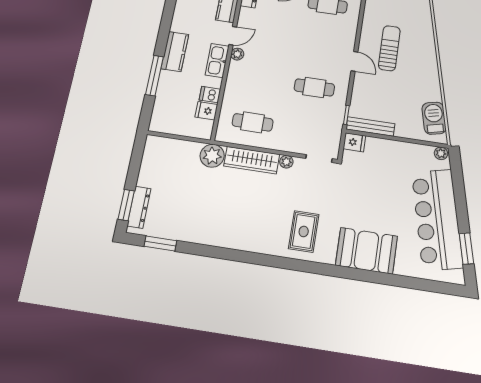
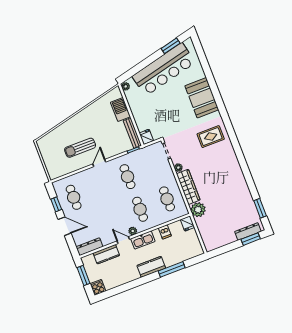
cafe table: (260, 79) -> (140, 209), added
fridge: (206, 111) -> (187, 223), moved
barbecue: (434, 118) -> (121, 109), moved, turned 103

